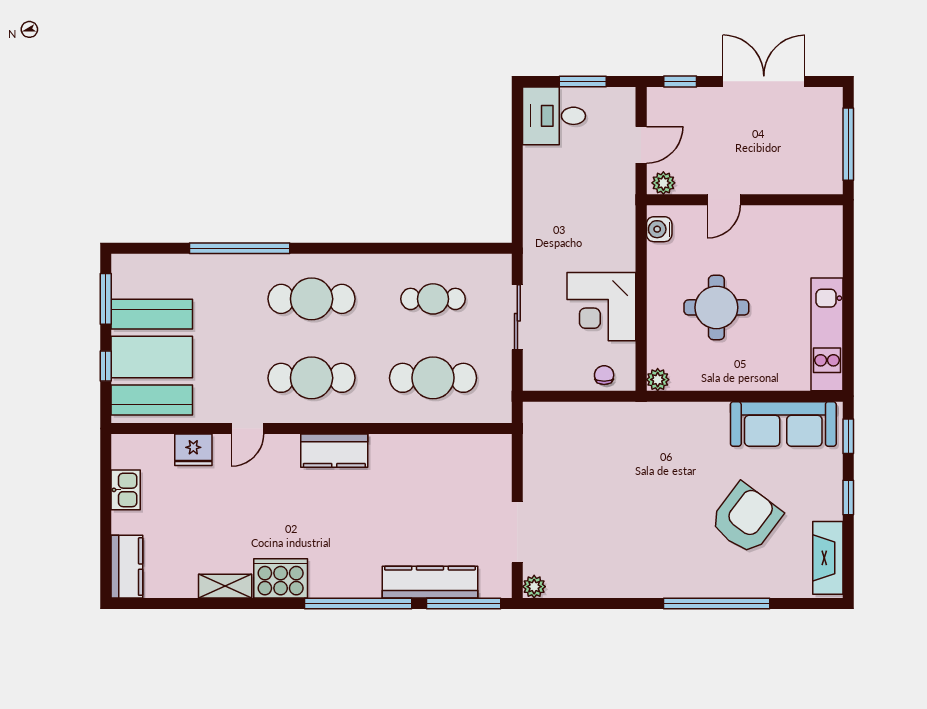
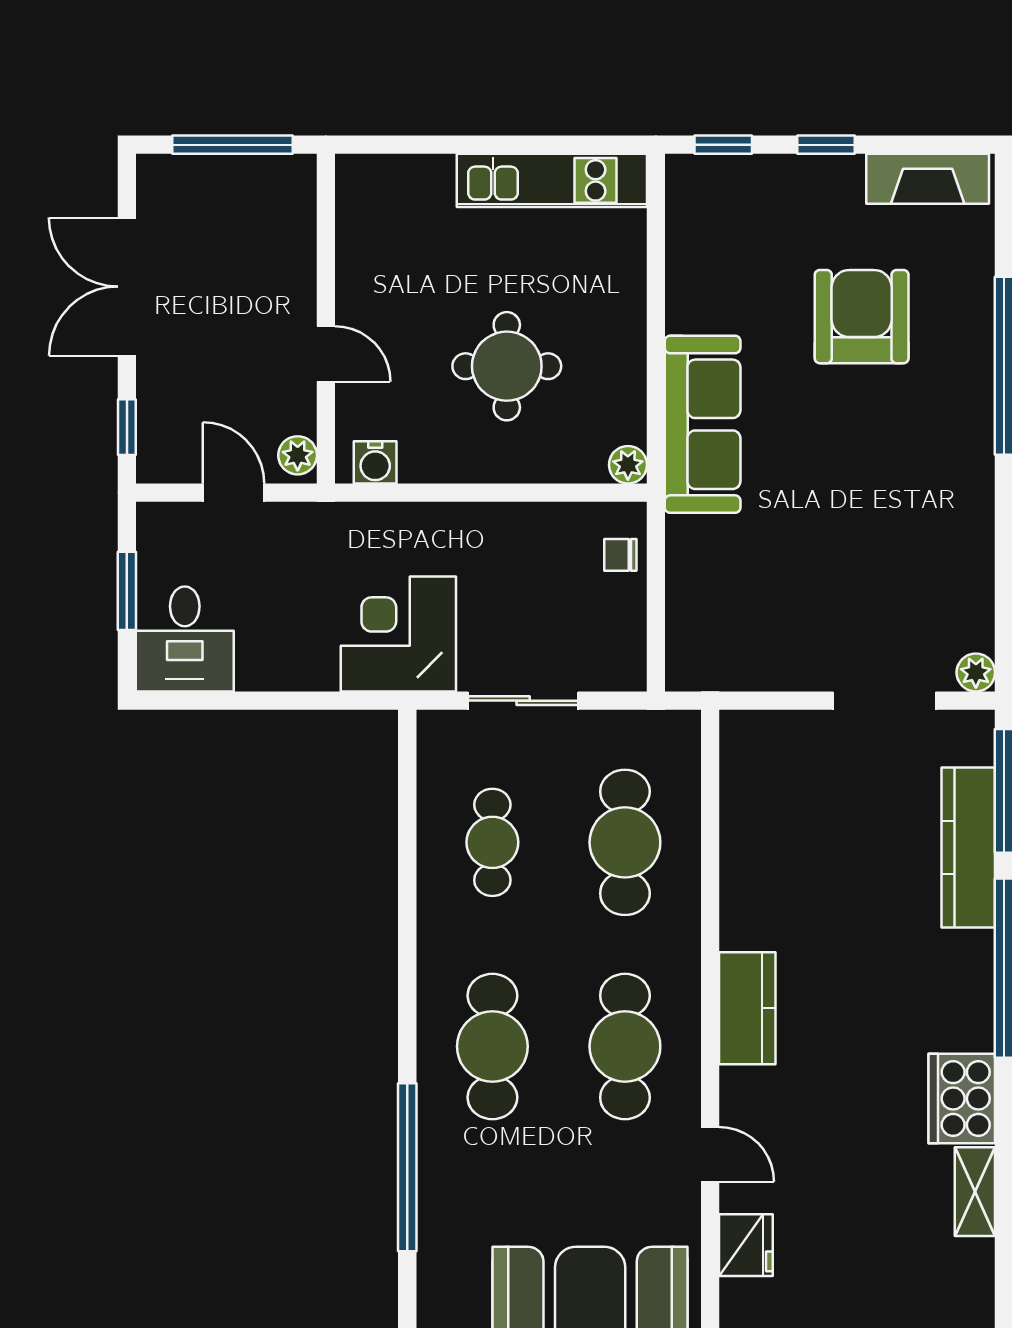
corner desk: (601, 307) -> (398, 634), moved, turned 180
sofa: (783, 424) -> (703, 424), moved
armchair: (746, 519) -> (862, 317), turned 53

